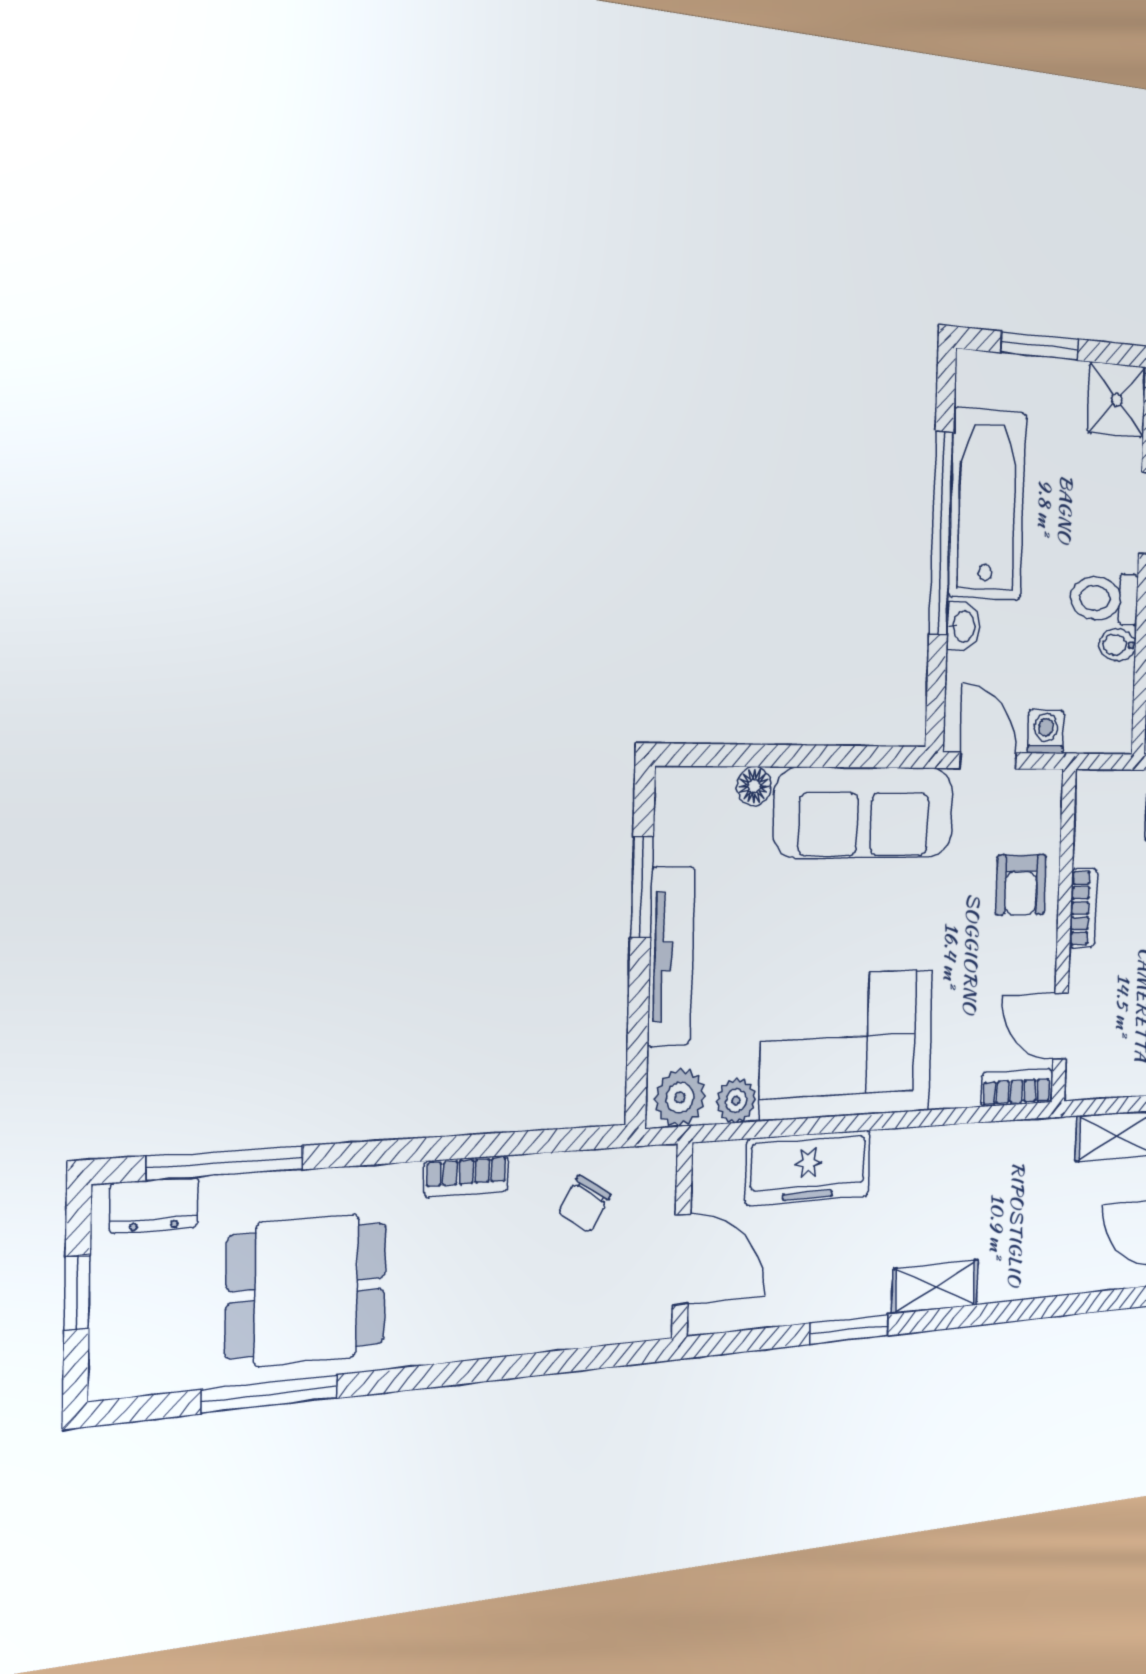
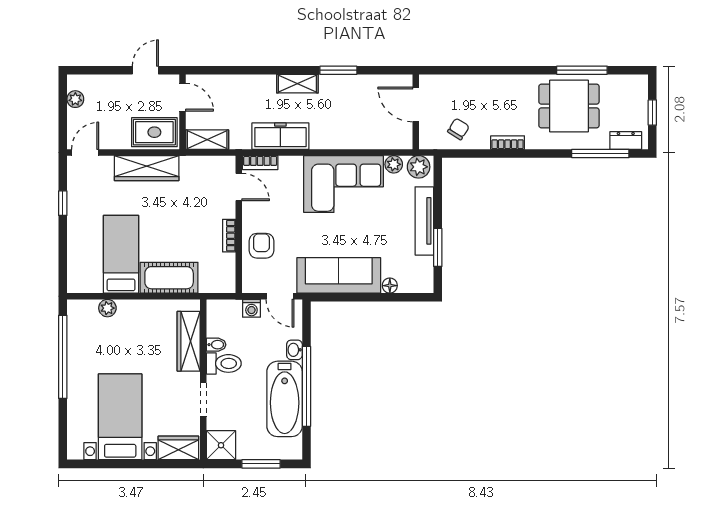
freezer: (808, 1168) -> (280, 136), moved

